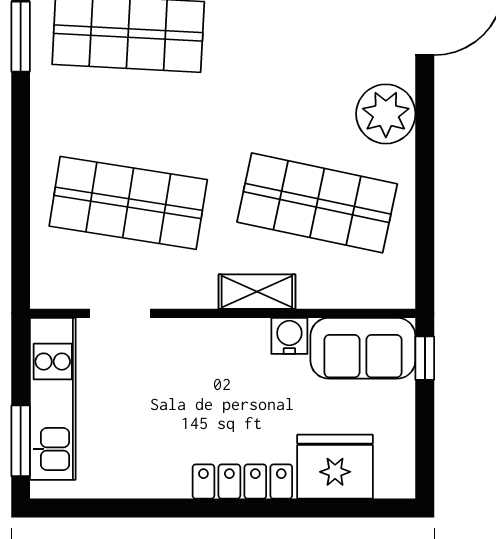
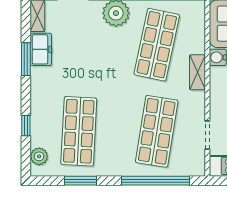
window: (21, 200) -> (156, 181), added

